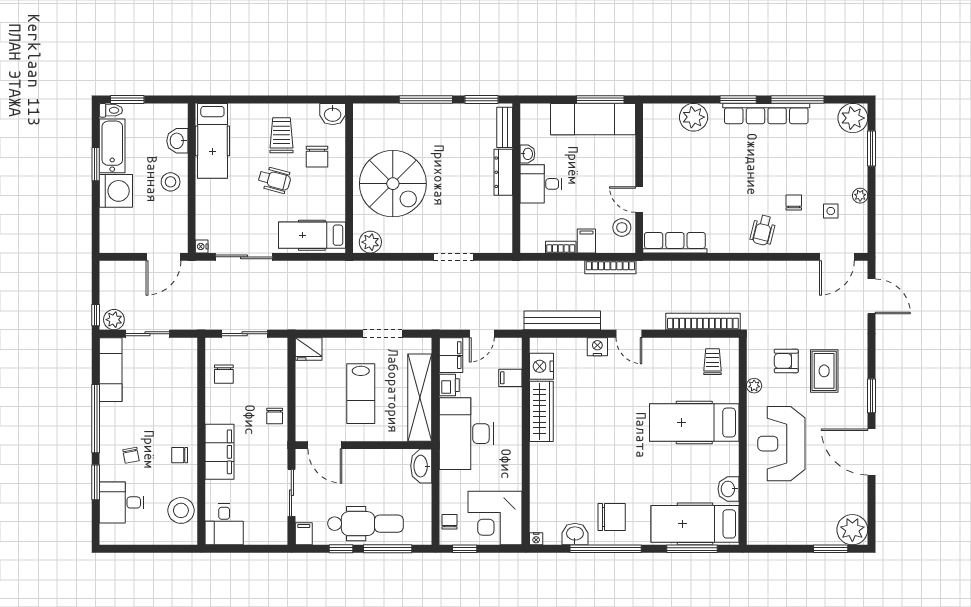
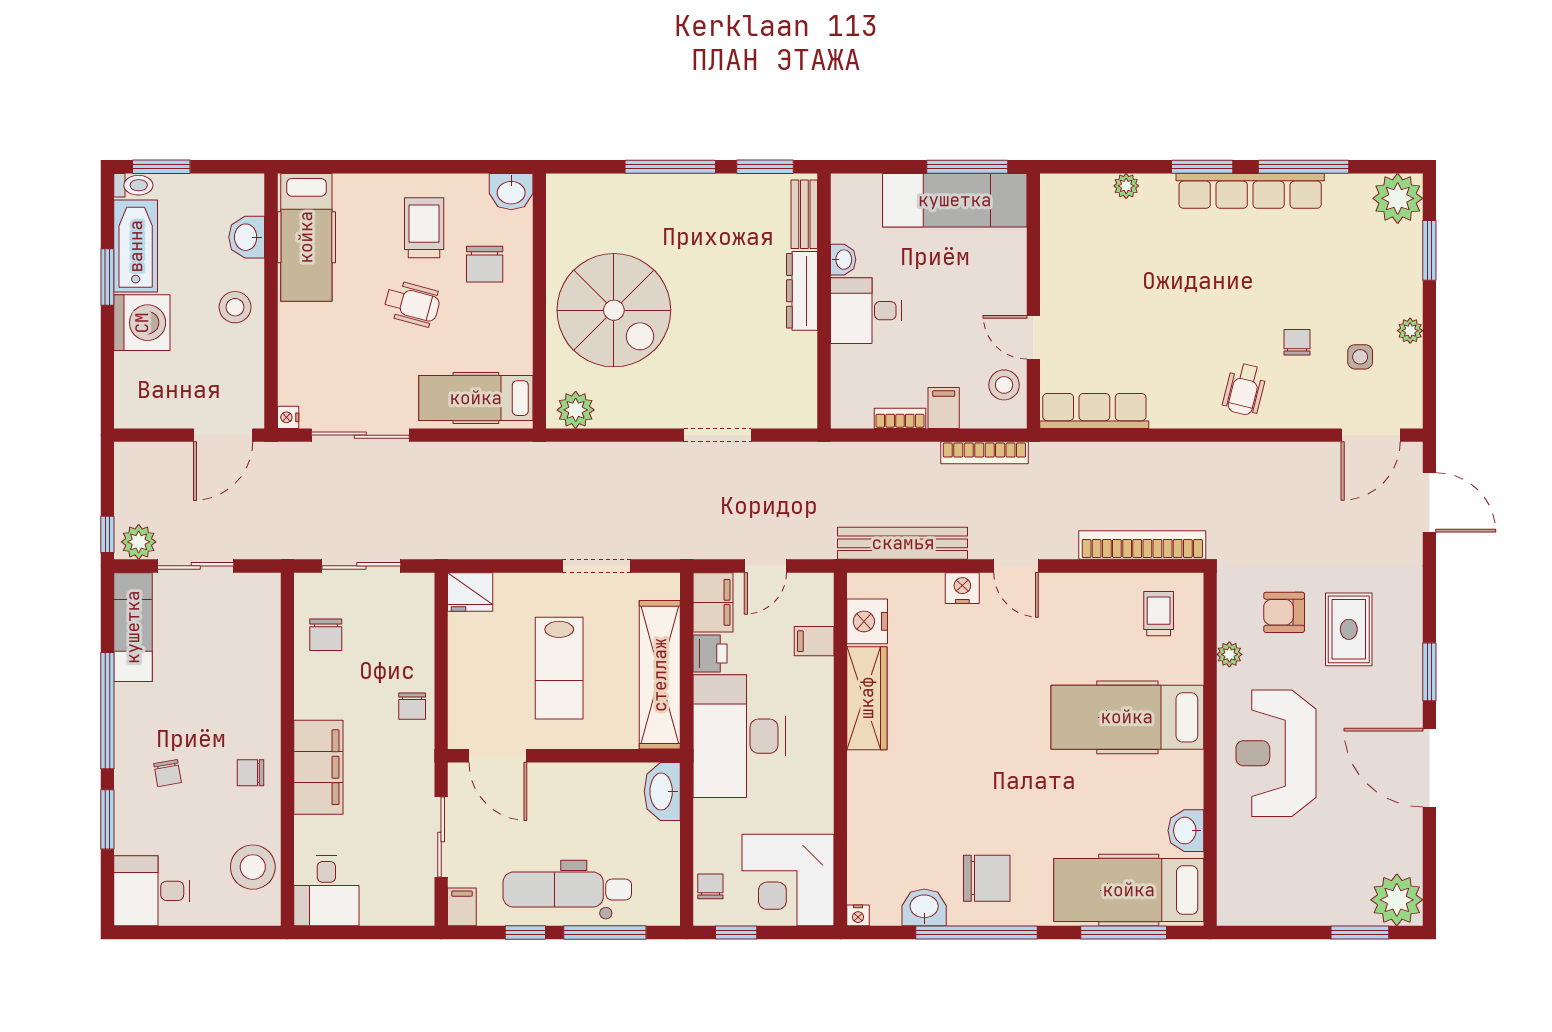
plant: (694, 117) -> (1126, 186), width x0.53, depth x0.53
desk: (122, 502) -> (152, 891), moved
dental chair: (366, 524) -> (567, 890), turned 180

